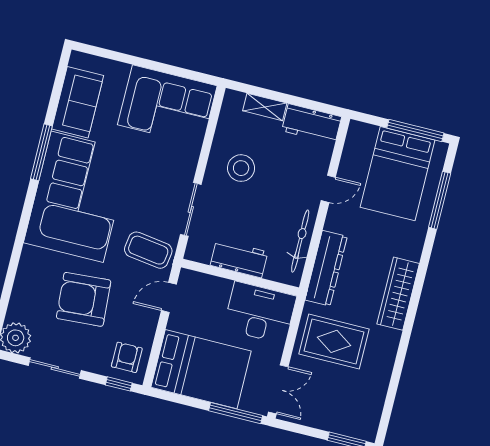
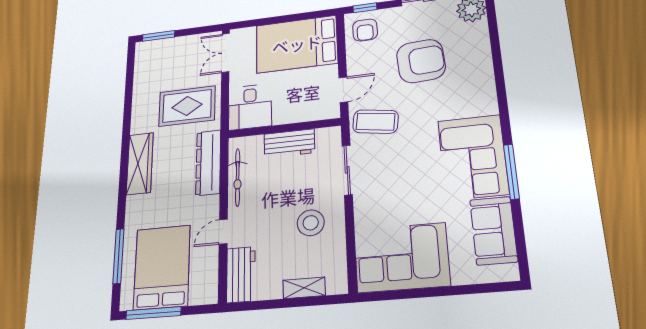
workbench: (312, 124) -> (241, 275), moved, turned 90
corner sofa: (77, 197) -> (473, 157), width x0.73, depth x0.74
desk: (260, 313) -> (250, 107), width x0.73
window: (236, 413) -> (257, 22), removed

